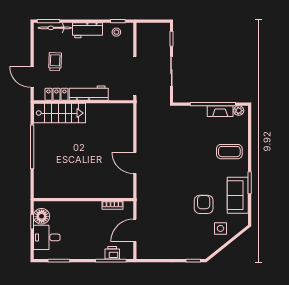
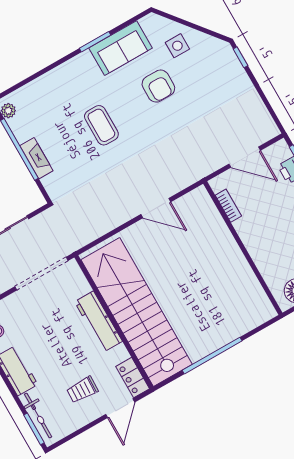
locker: (56, 94) -> (133, 378), moved
fireplace: (220, 111) -> (36, 158), moved
stairs: (59, 113) -> (137, 312), width x1.86, depth x1.51
coffee table: (229, 152) -> (101, 125), moved
door: (135, 163) -> (156, 208), hinge flipped
armchair: (204, 204) -> (158, 86), turned -90

